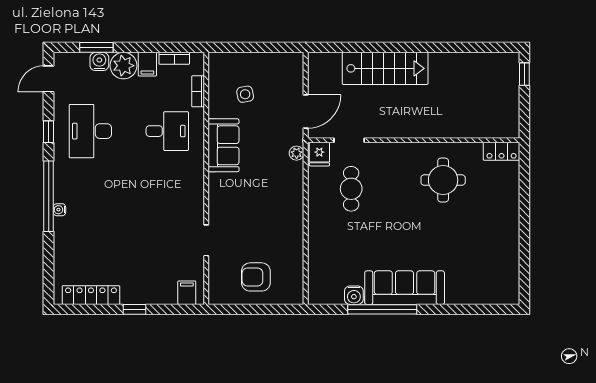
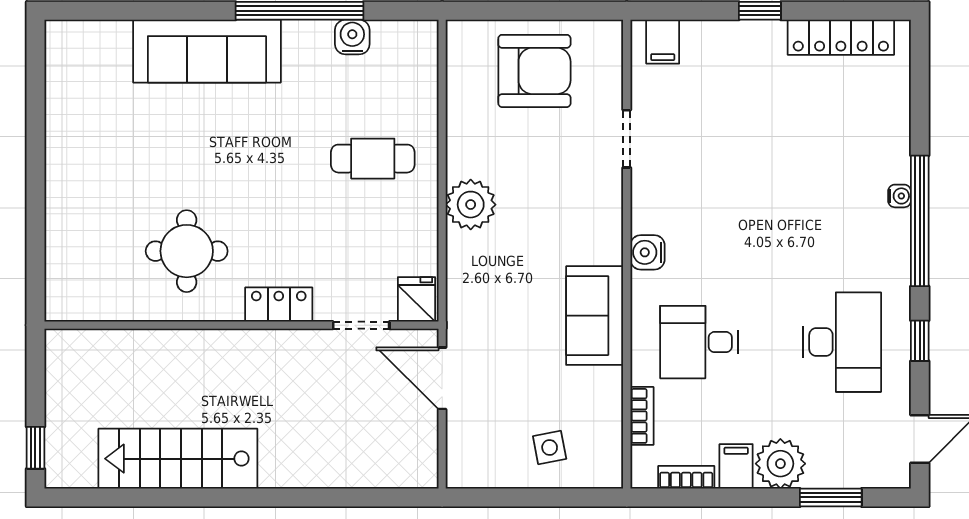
water cooler: (99, 61) -> (647, 252), moved, turned 90
stairs: (385, 68) -> (178, 459), moved
side table: (245, 94) -> (550, 447), moved
door: (306, 112) -> (442, 378), hinge flipped
locker: (502, 151) -> (279, 305), moved
plant: (297, 153) -> (471, 205), moved, width x1.88, depth x1.88
cafe table: (351, 189) -> (373, 159), moved, turned 90
armchair: (256, 277) -> (534, 71), width x1.36, depth x1.36
sofa: (405, 288) -> (207, 51), moved

